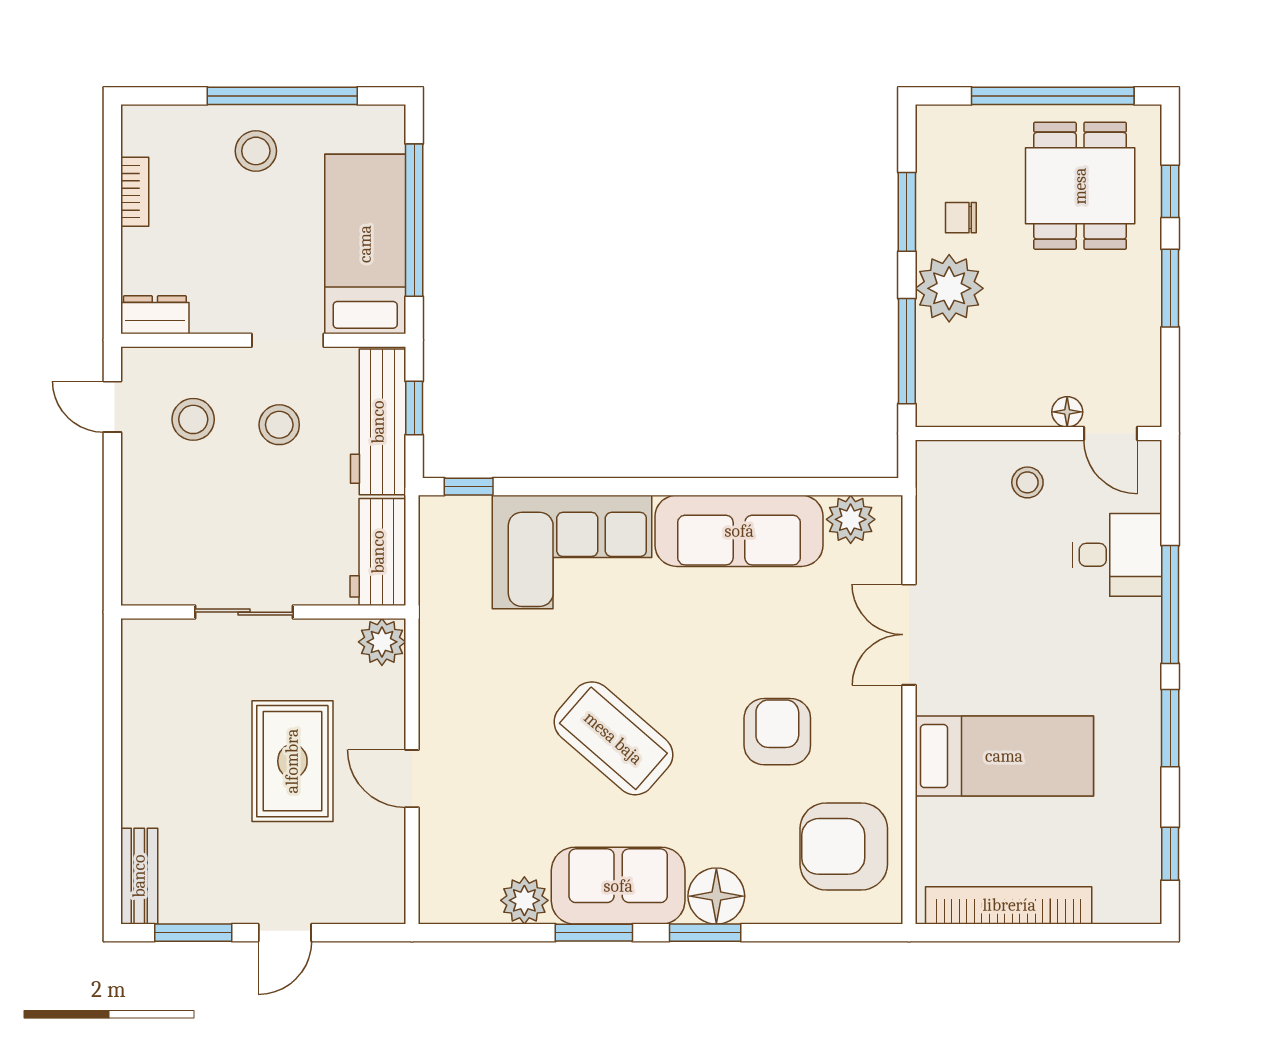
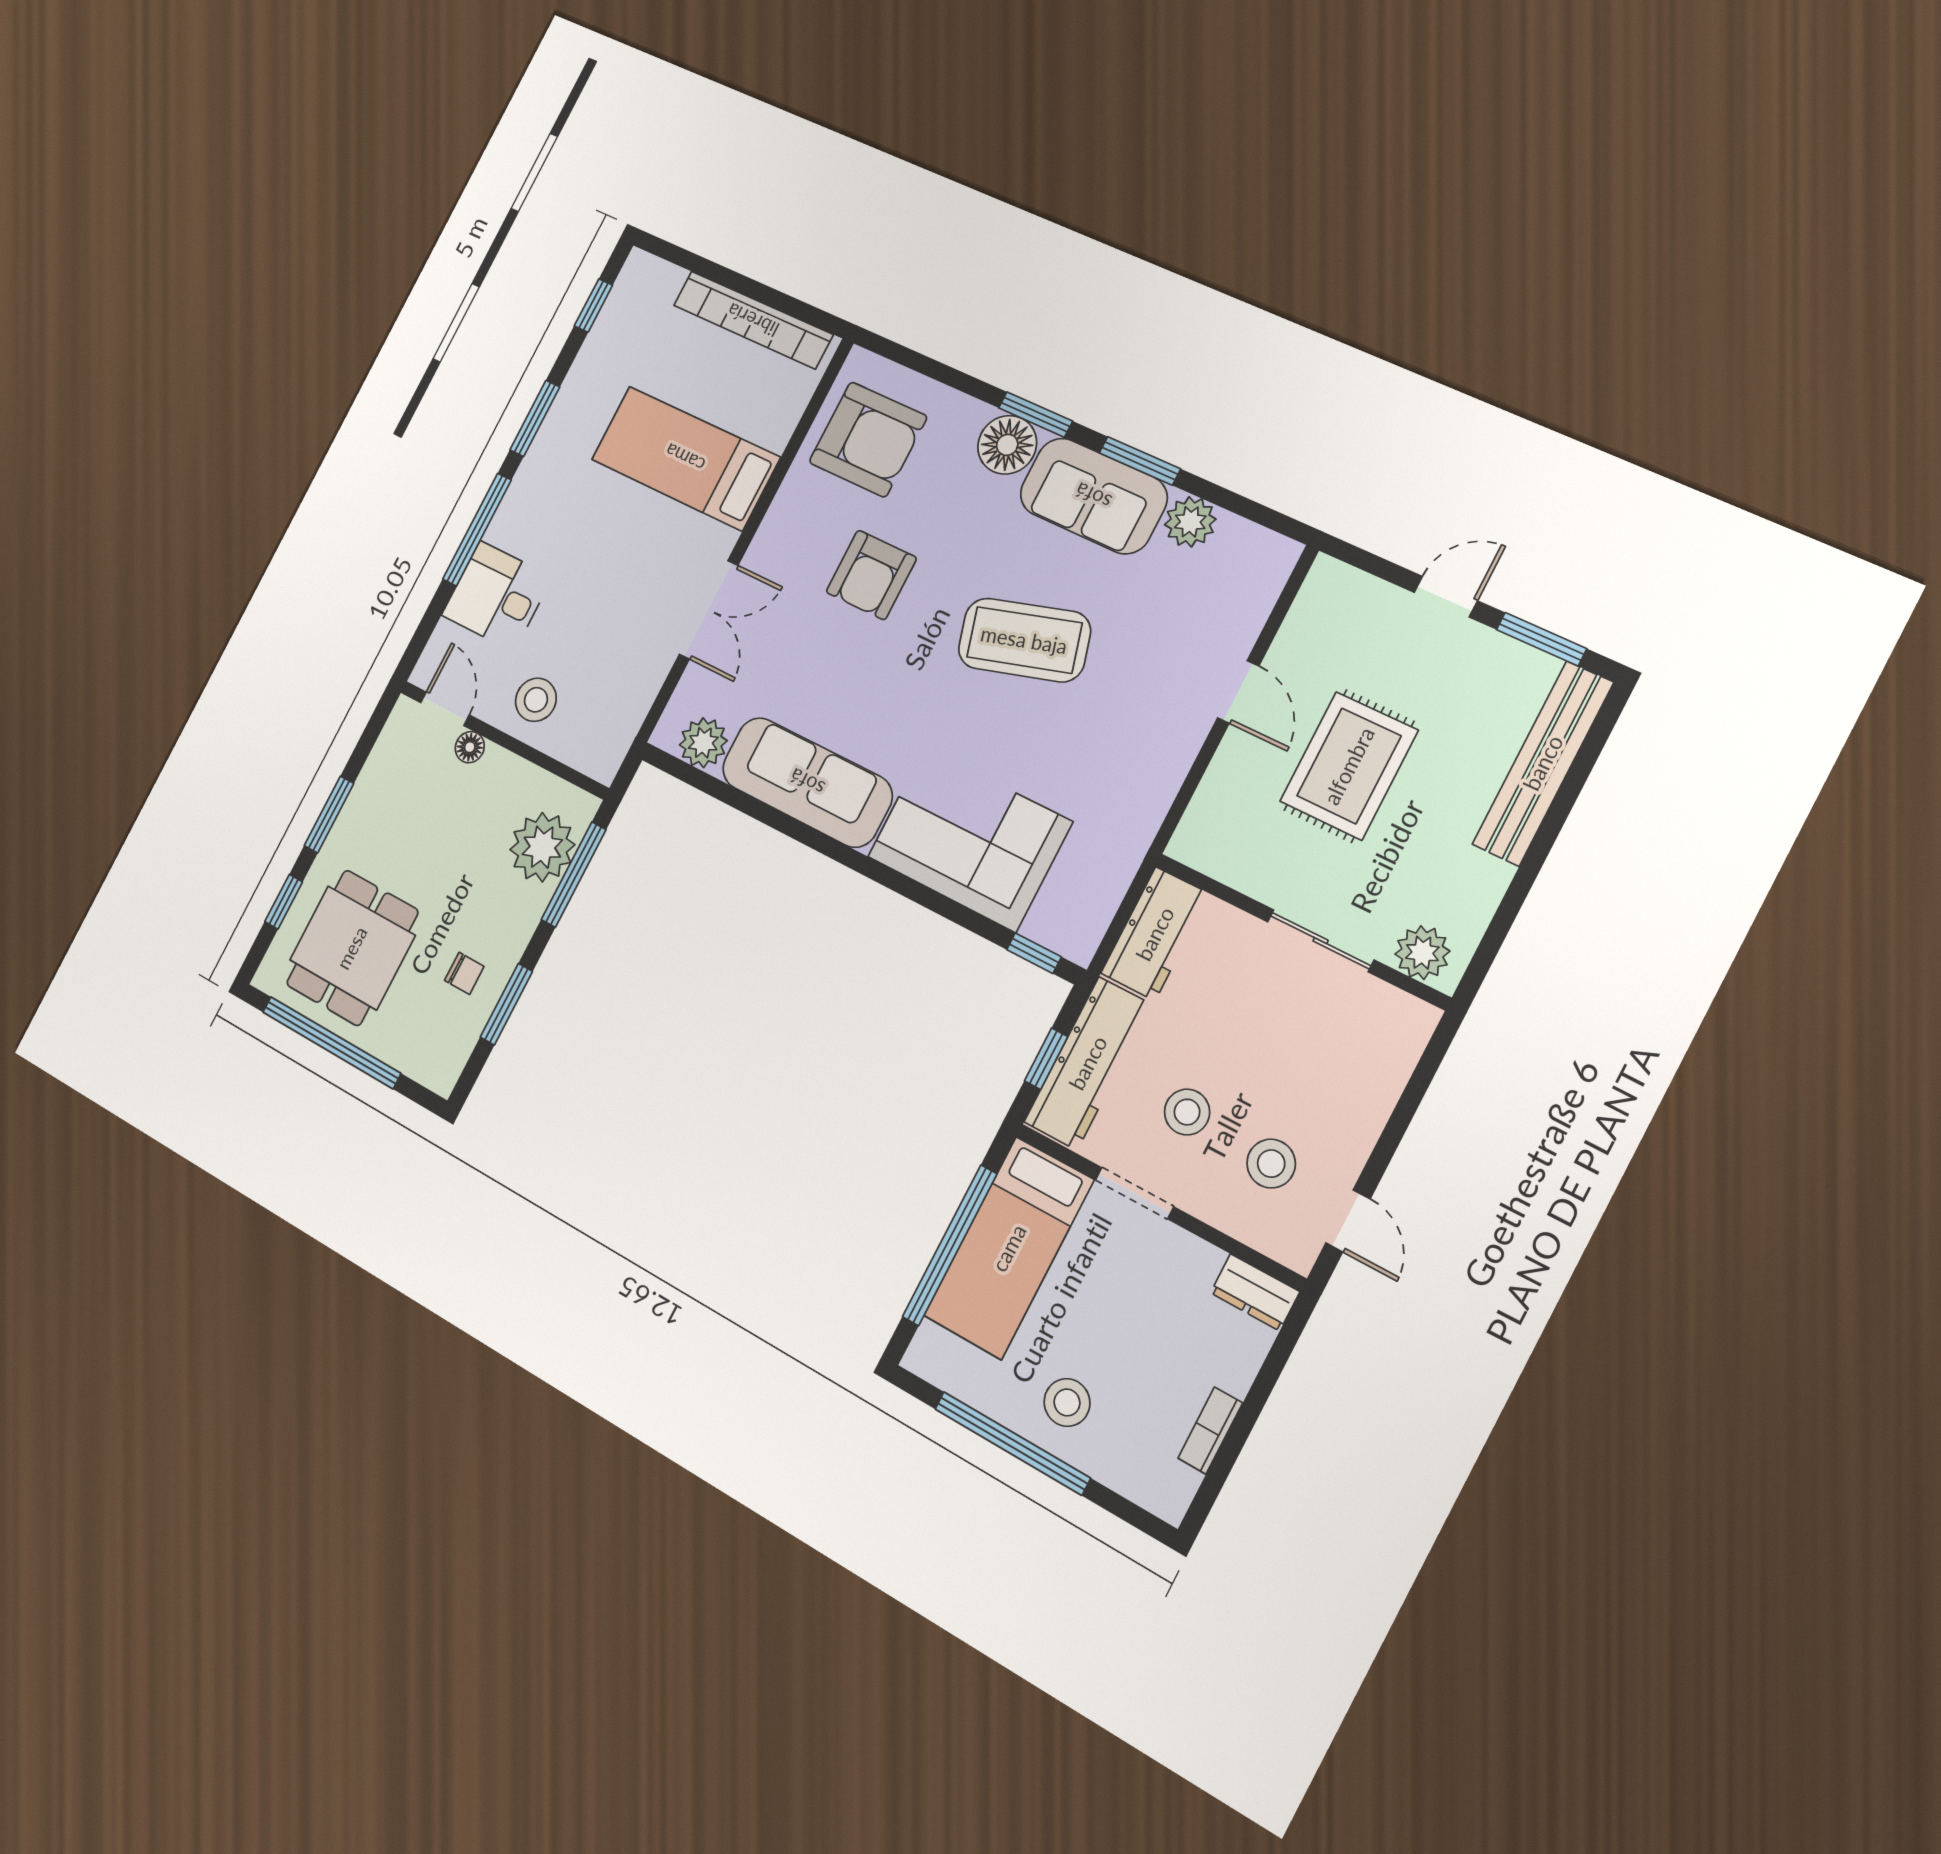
plant: (949, 288) -> (542, 847), moved
stool: (1027, 482) -> (536, 700), width x1.37, depth x1.37
plant: (382, 642) -> (1422, 953), moved
coffee table: (613, 738) -> (1024, 640), turned -57
bench: (139, 876) -> (1543, 763), width x1.86, depth x1.21

